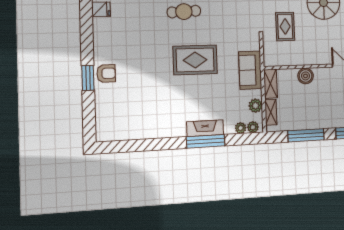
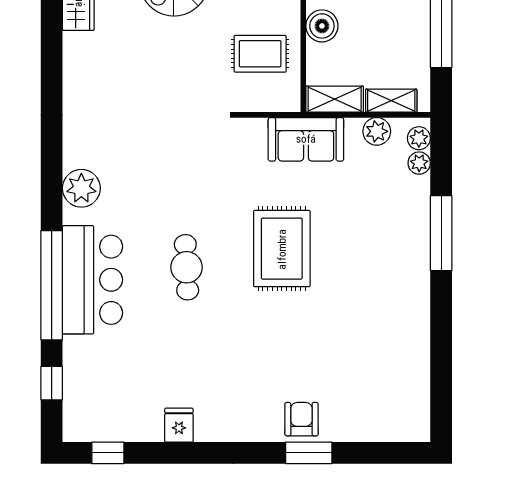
rug: (285, 26) -> (260, 54), moved
fireplace: (205, 128) -> (416, 233), removed

